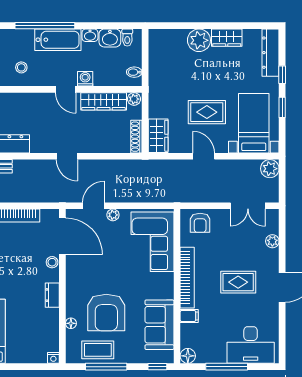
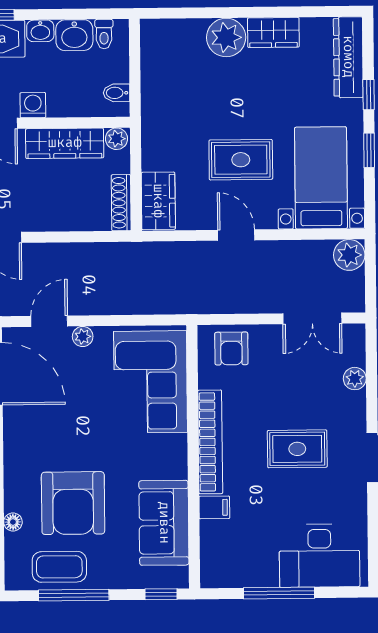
floor lamp: (188, 356) -> (213, 575), removed

